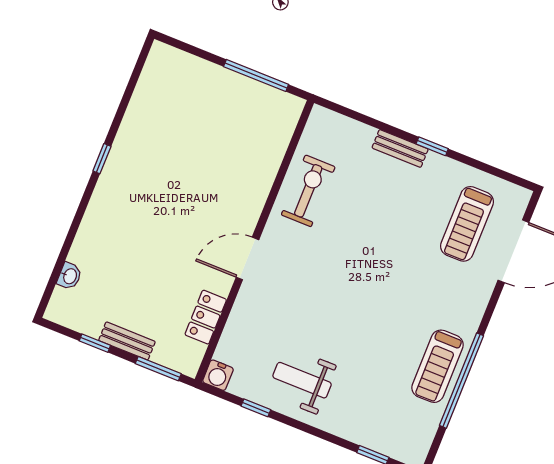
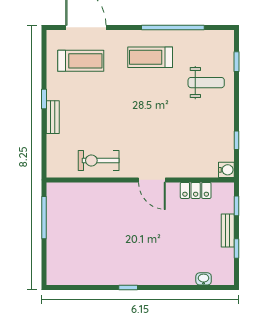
treadmill: (438, 366) -> (150, 57), moved, turned 180
window: (158, 369) -> (237, 206), width x0.67
weight bench: (302, 380) -> (206, 83), moved, turned -90

